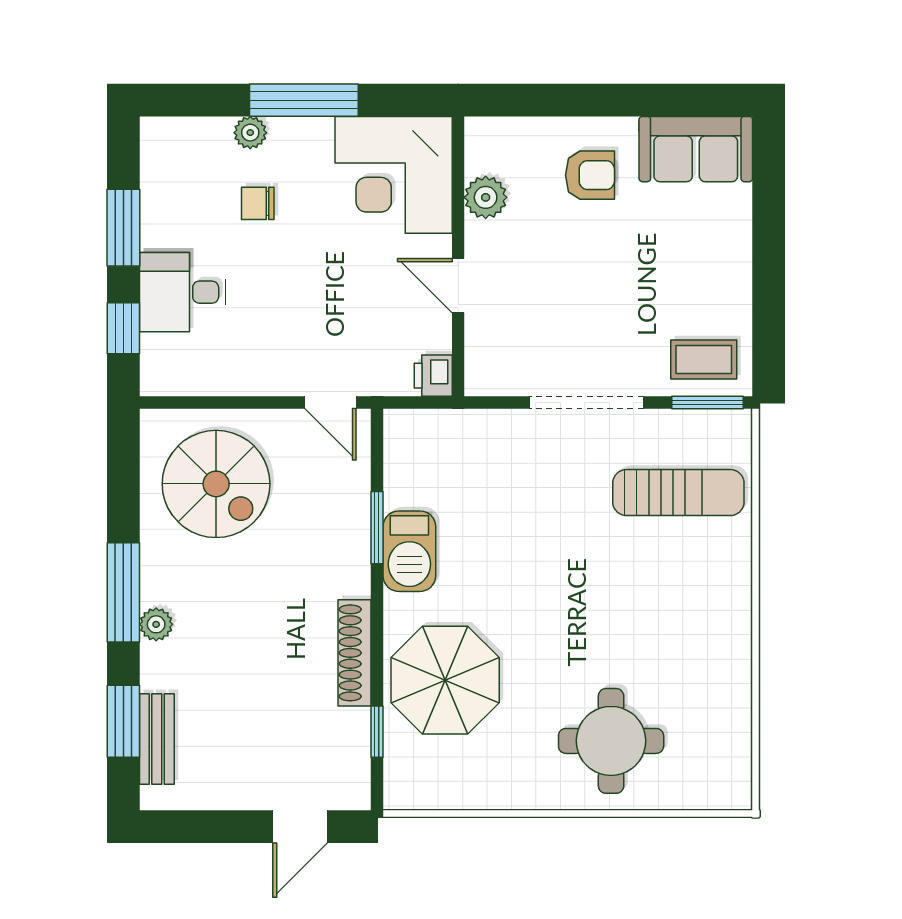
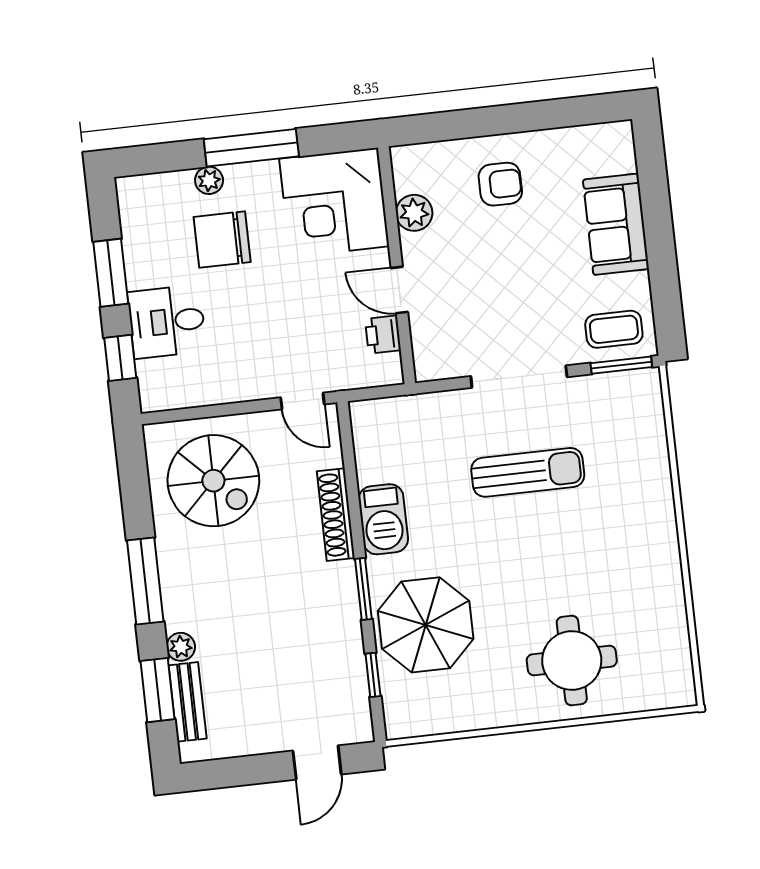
sofa: (696, 149) -> (616, 224), moved, turned 90
chair: (258, 203) -> (222, 240), width x1.87, depth x1.87
printer: (433, 376) -> (383, 335), moved
sun lounger: (678, 493) -> (528, 472), moved
window: (377, 528) -> (363, 589), moved
plant: (156, 624) -> (181, 647), moved
shoe rack: (354, 653) -> (336, 515), moved

